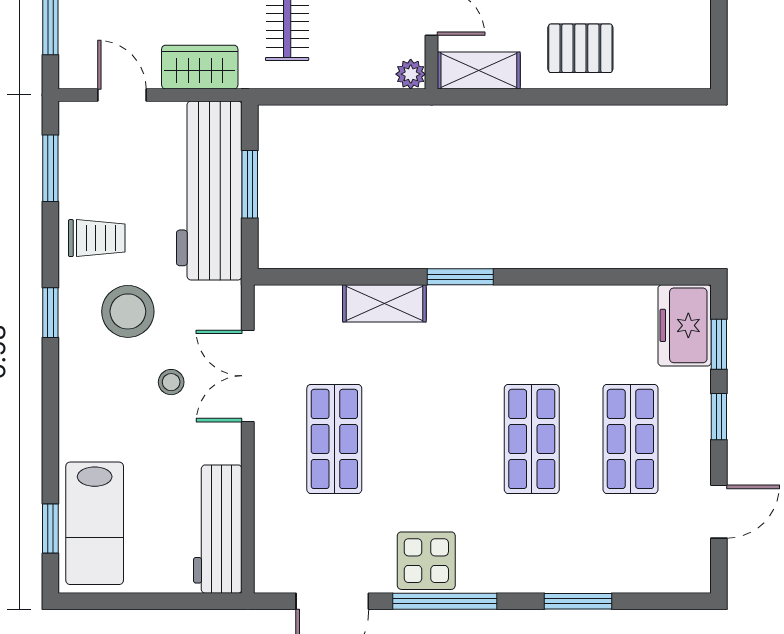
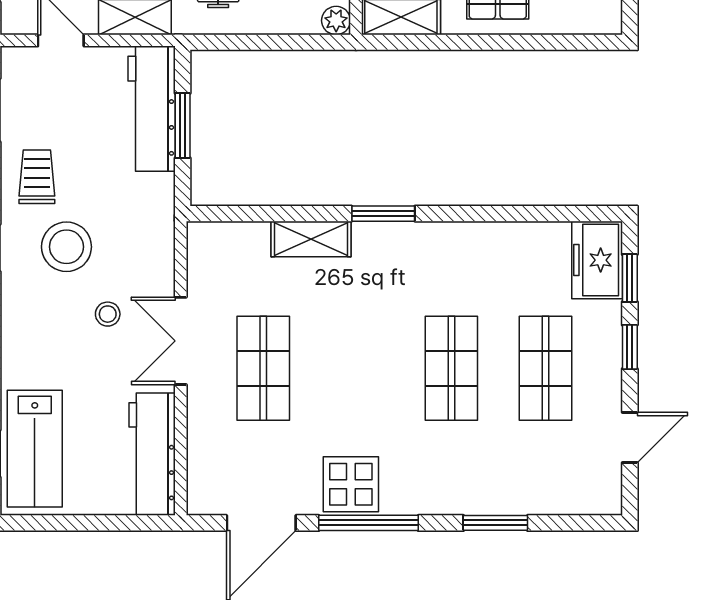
workbench: (209, 190) -> (152, 109), width x0.73, depth x0.76
trolley: (97, 238) -> (37, 177), turned -90
double door: (248, 376) -> (181, 341), moved

